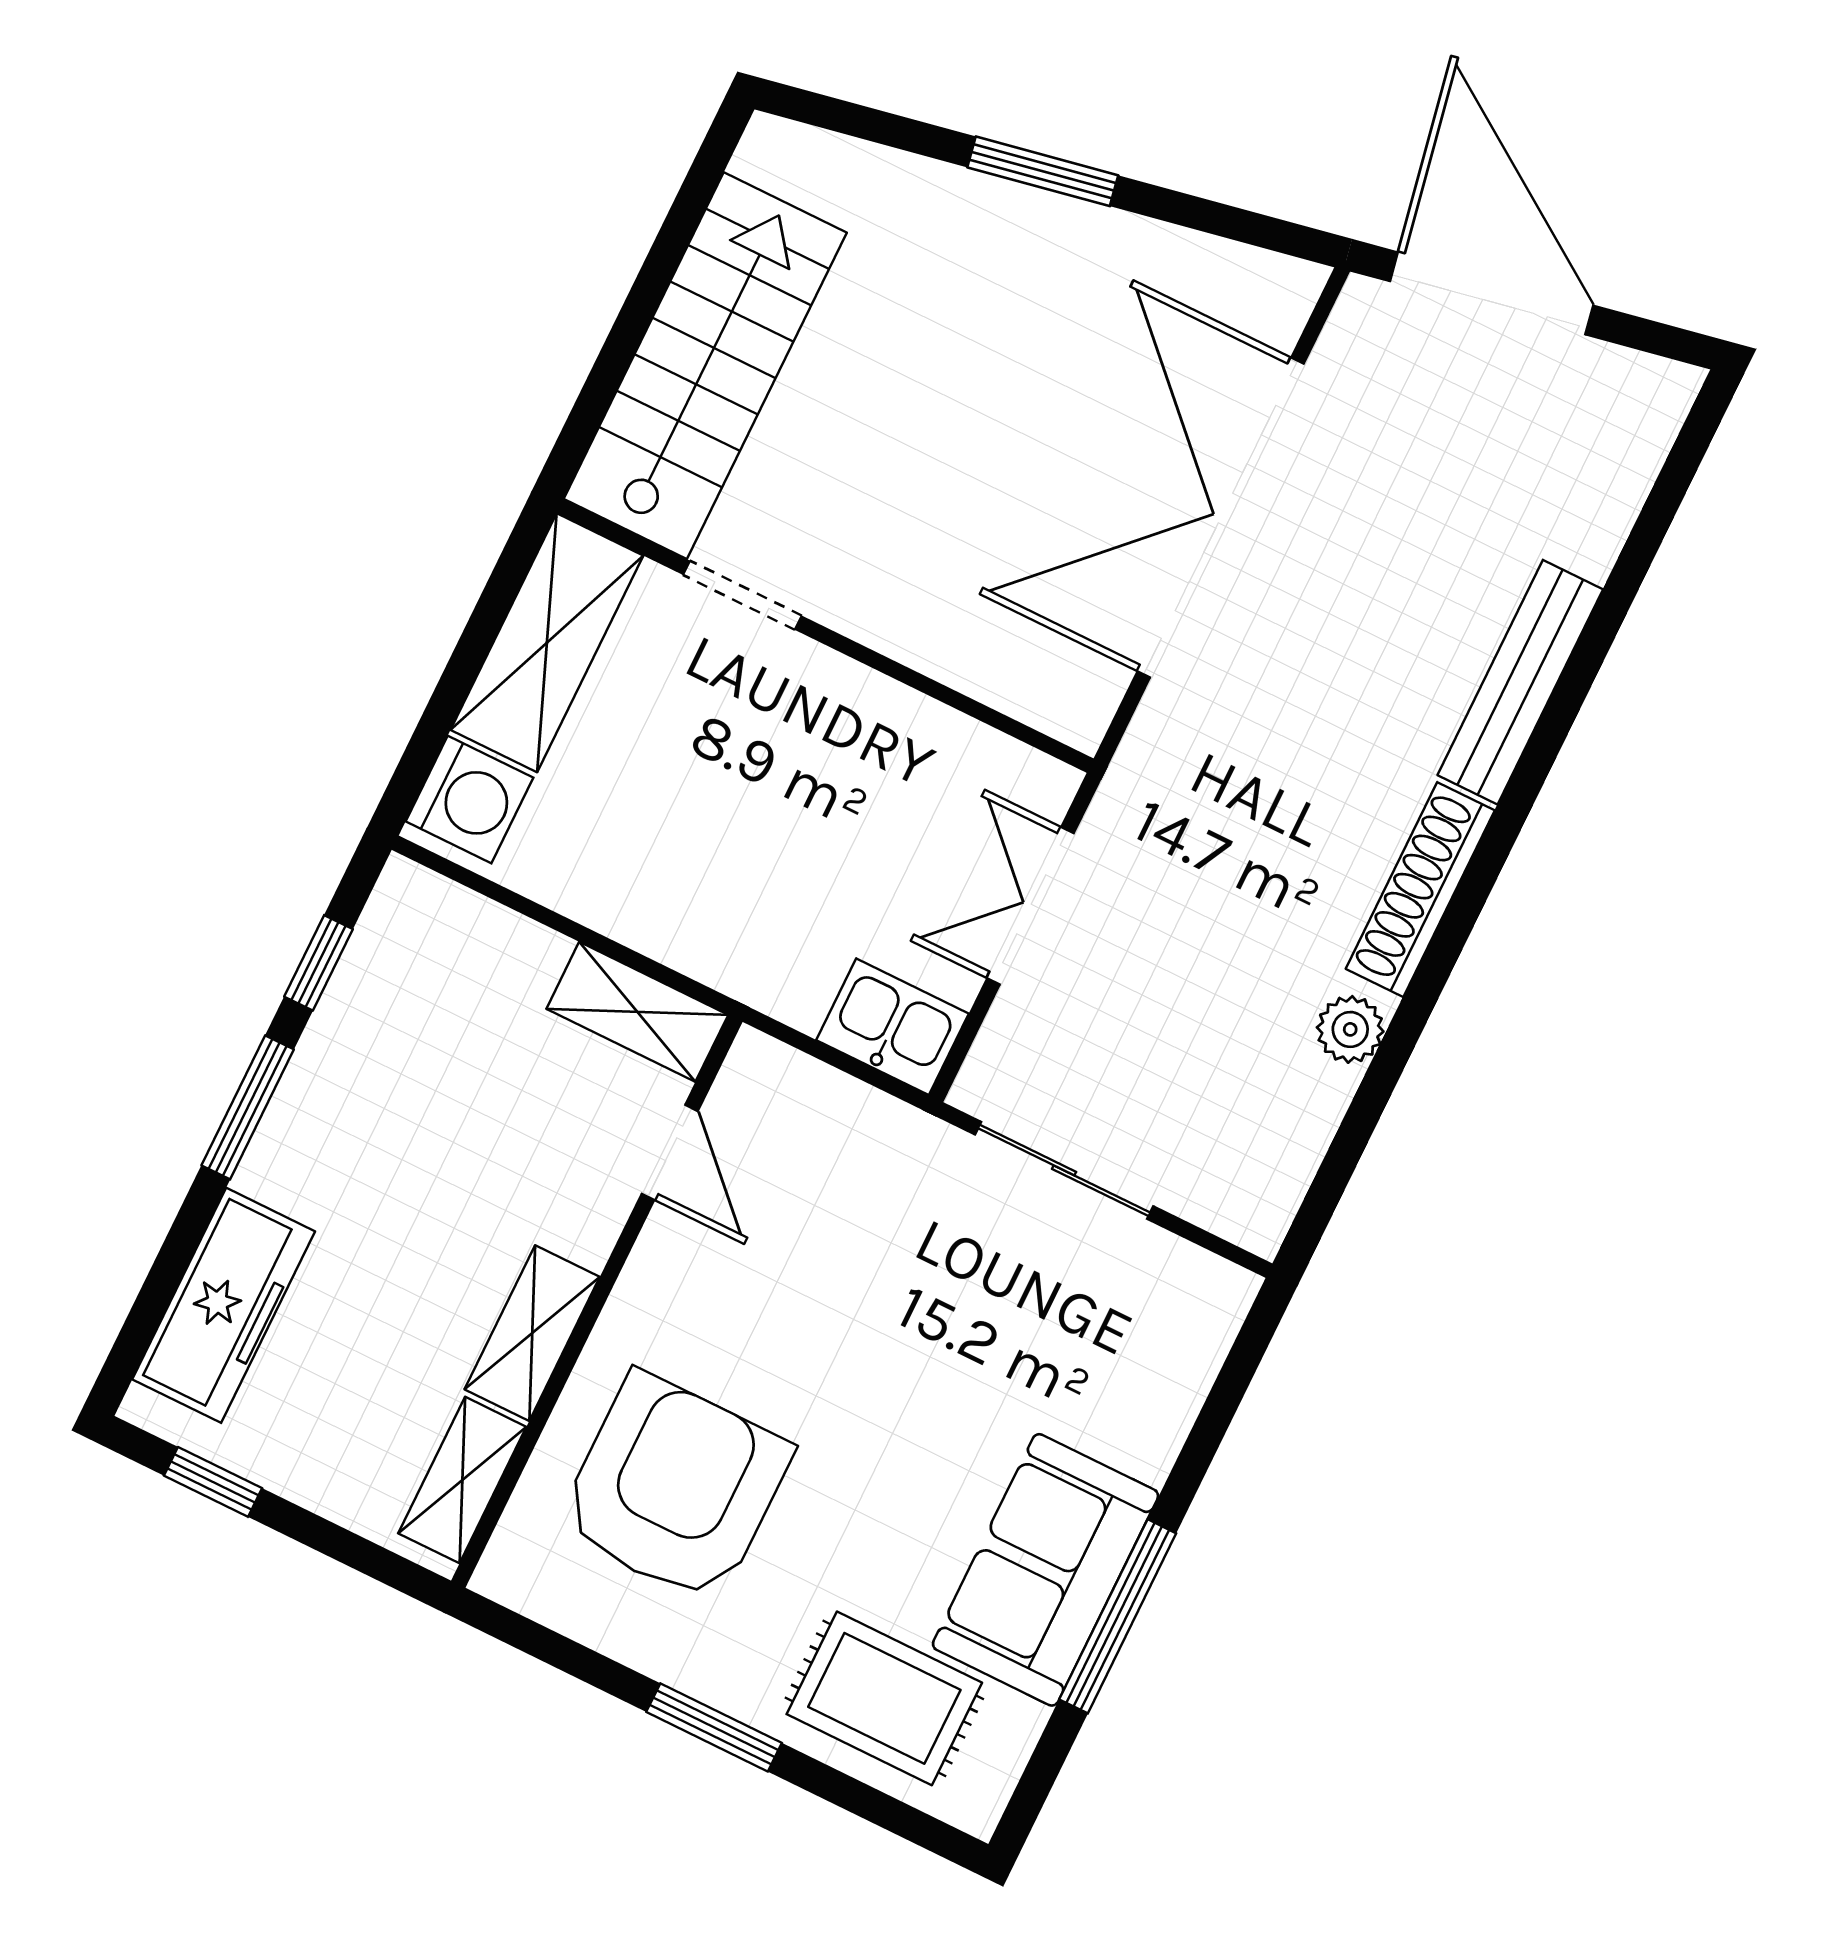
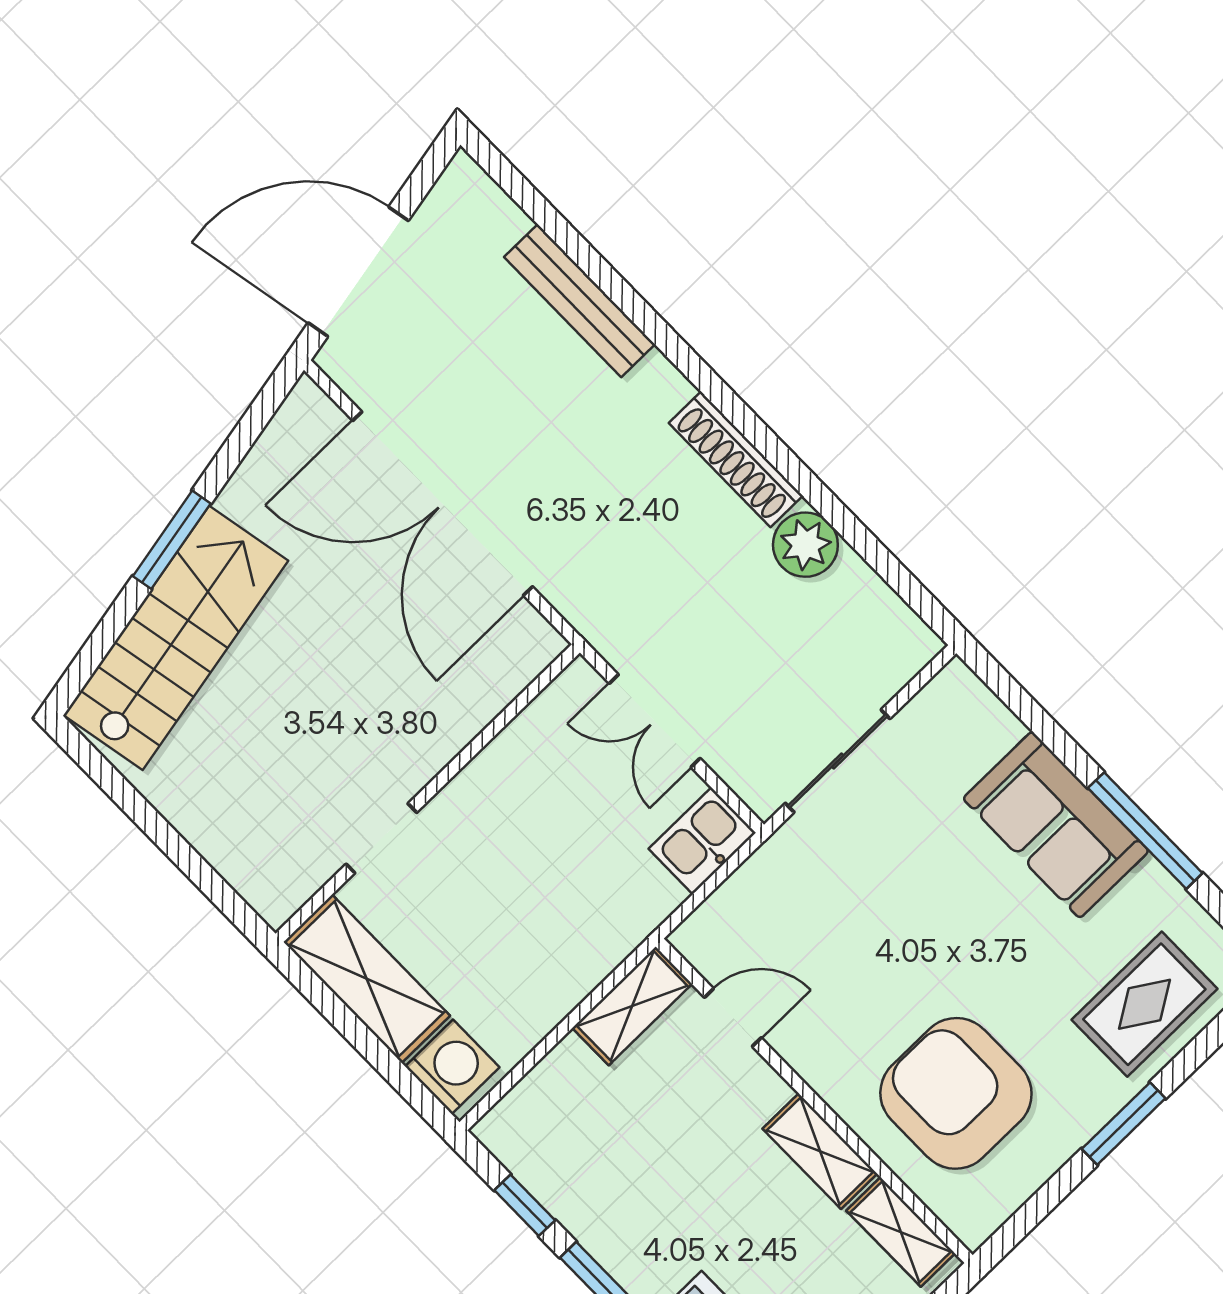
stairs: (705, 366) -> (176, 638), moved, turned 79
bench: (1520, 682) -> (580, 301), moved
plant: (1350, 1029) -> (805, 545), width x1.38, depth x1.38
sofa: (1046, 1570) -> (1056, 825), moved

